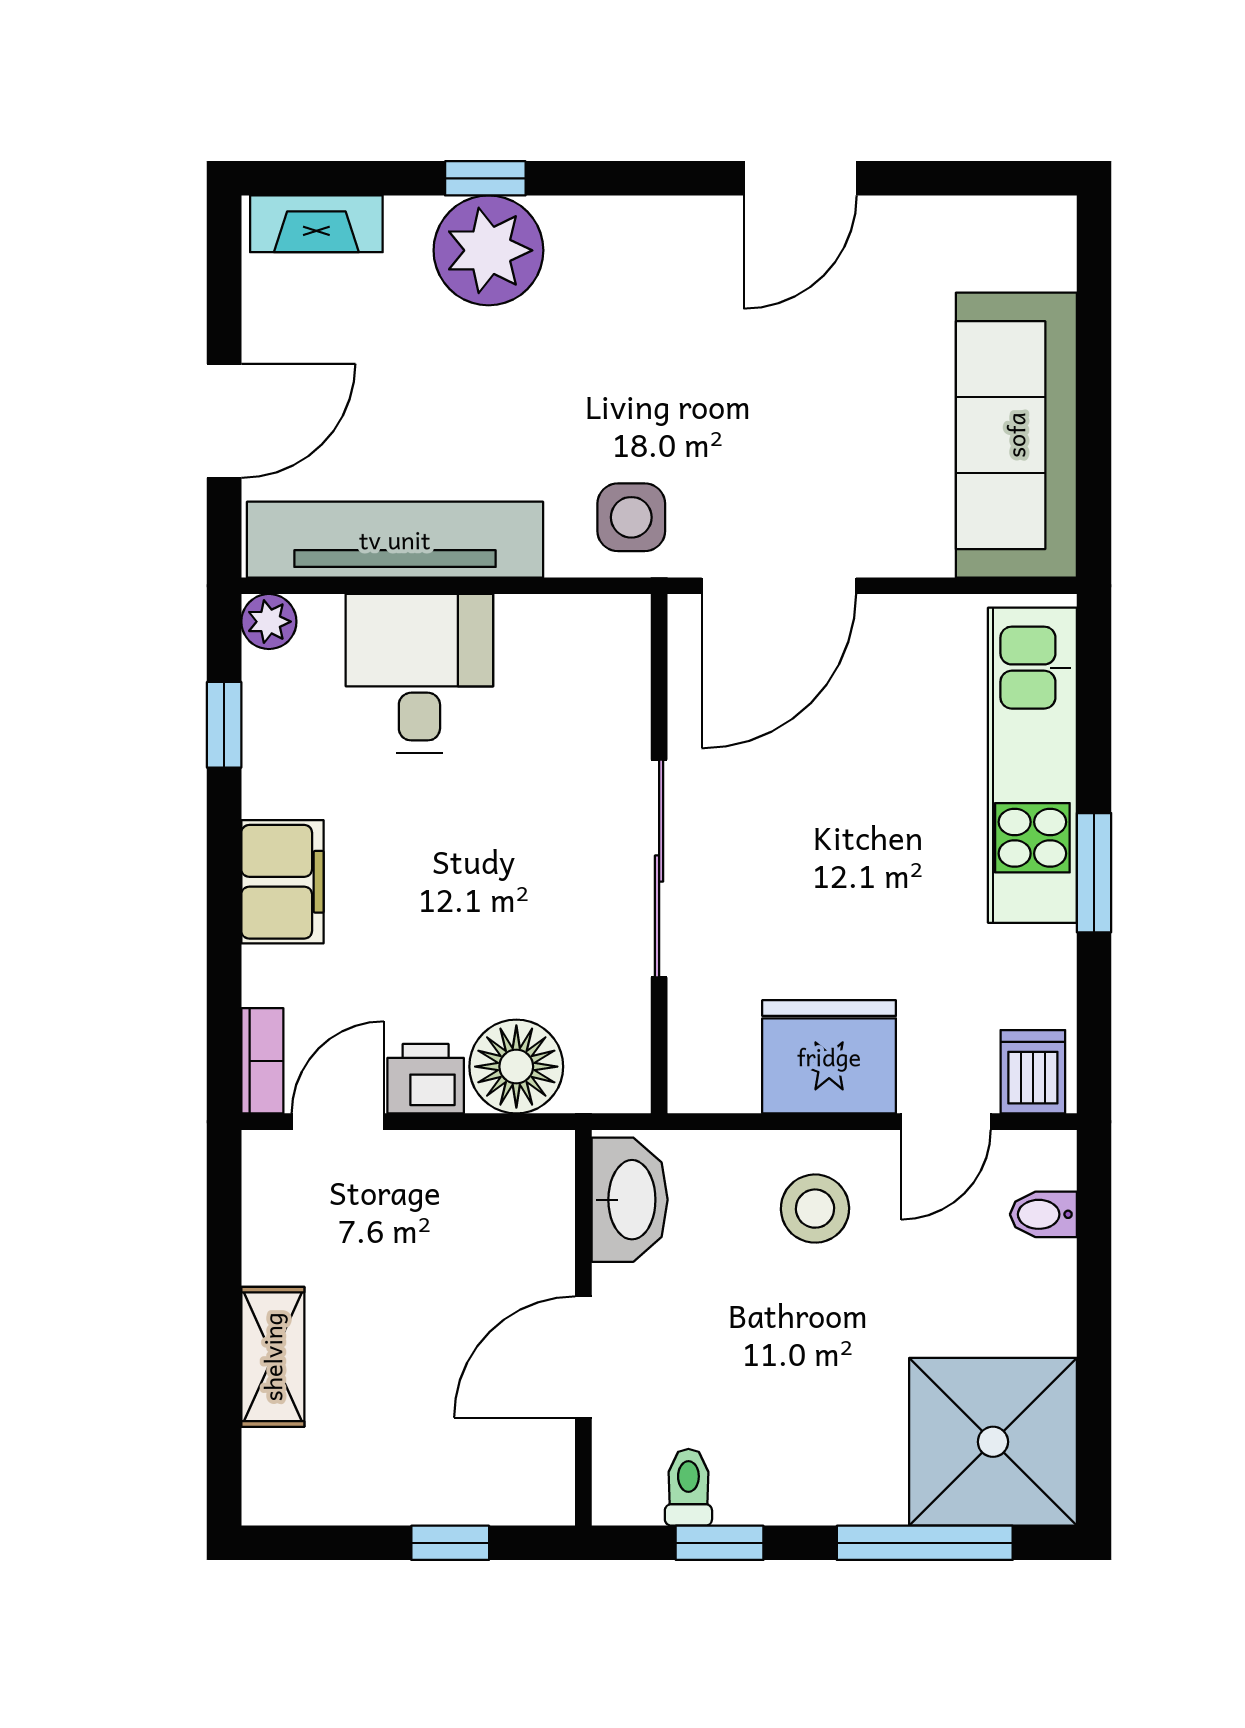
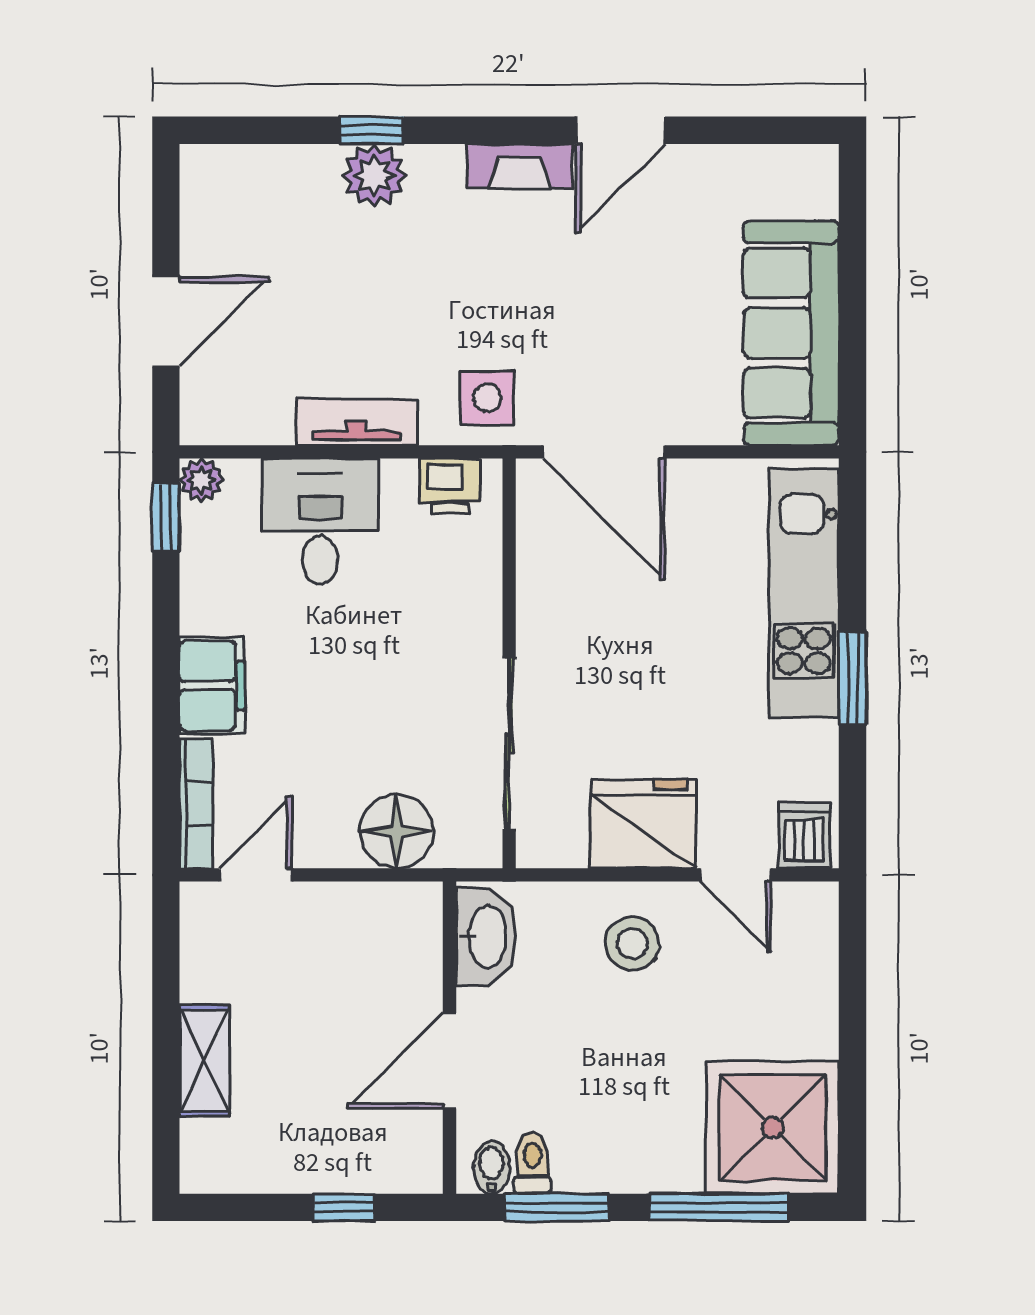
fireplace: (316, 224) -> (520, 166), moved
plant: (488, 250) -> (375, 176), width x0.73, depth x0.73
tv unit: (395, 540) -> (357, 422), width x0.52, depth x0.78
door: (779, 586) -> (604, 452), hinge flipped
window: (224, 725) -> (166, 517), moved
sliding door: (659, 869) -> (509, 743), moved
bookcase: (262, 1061) -> (196, 804), width x1.56
printer: (426, 1079) -> (450, 486), moved, turned 180
door: (946, 1122) -> (736, 875), hinge flipped
bidet: (1043, 1214) -> (491, 1167), moved, turned 90
window: (720, 1543) -> (557, 1207), width x1.50

